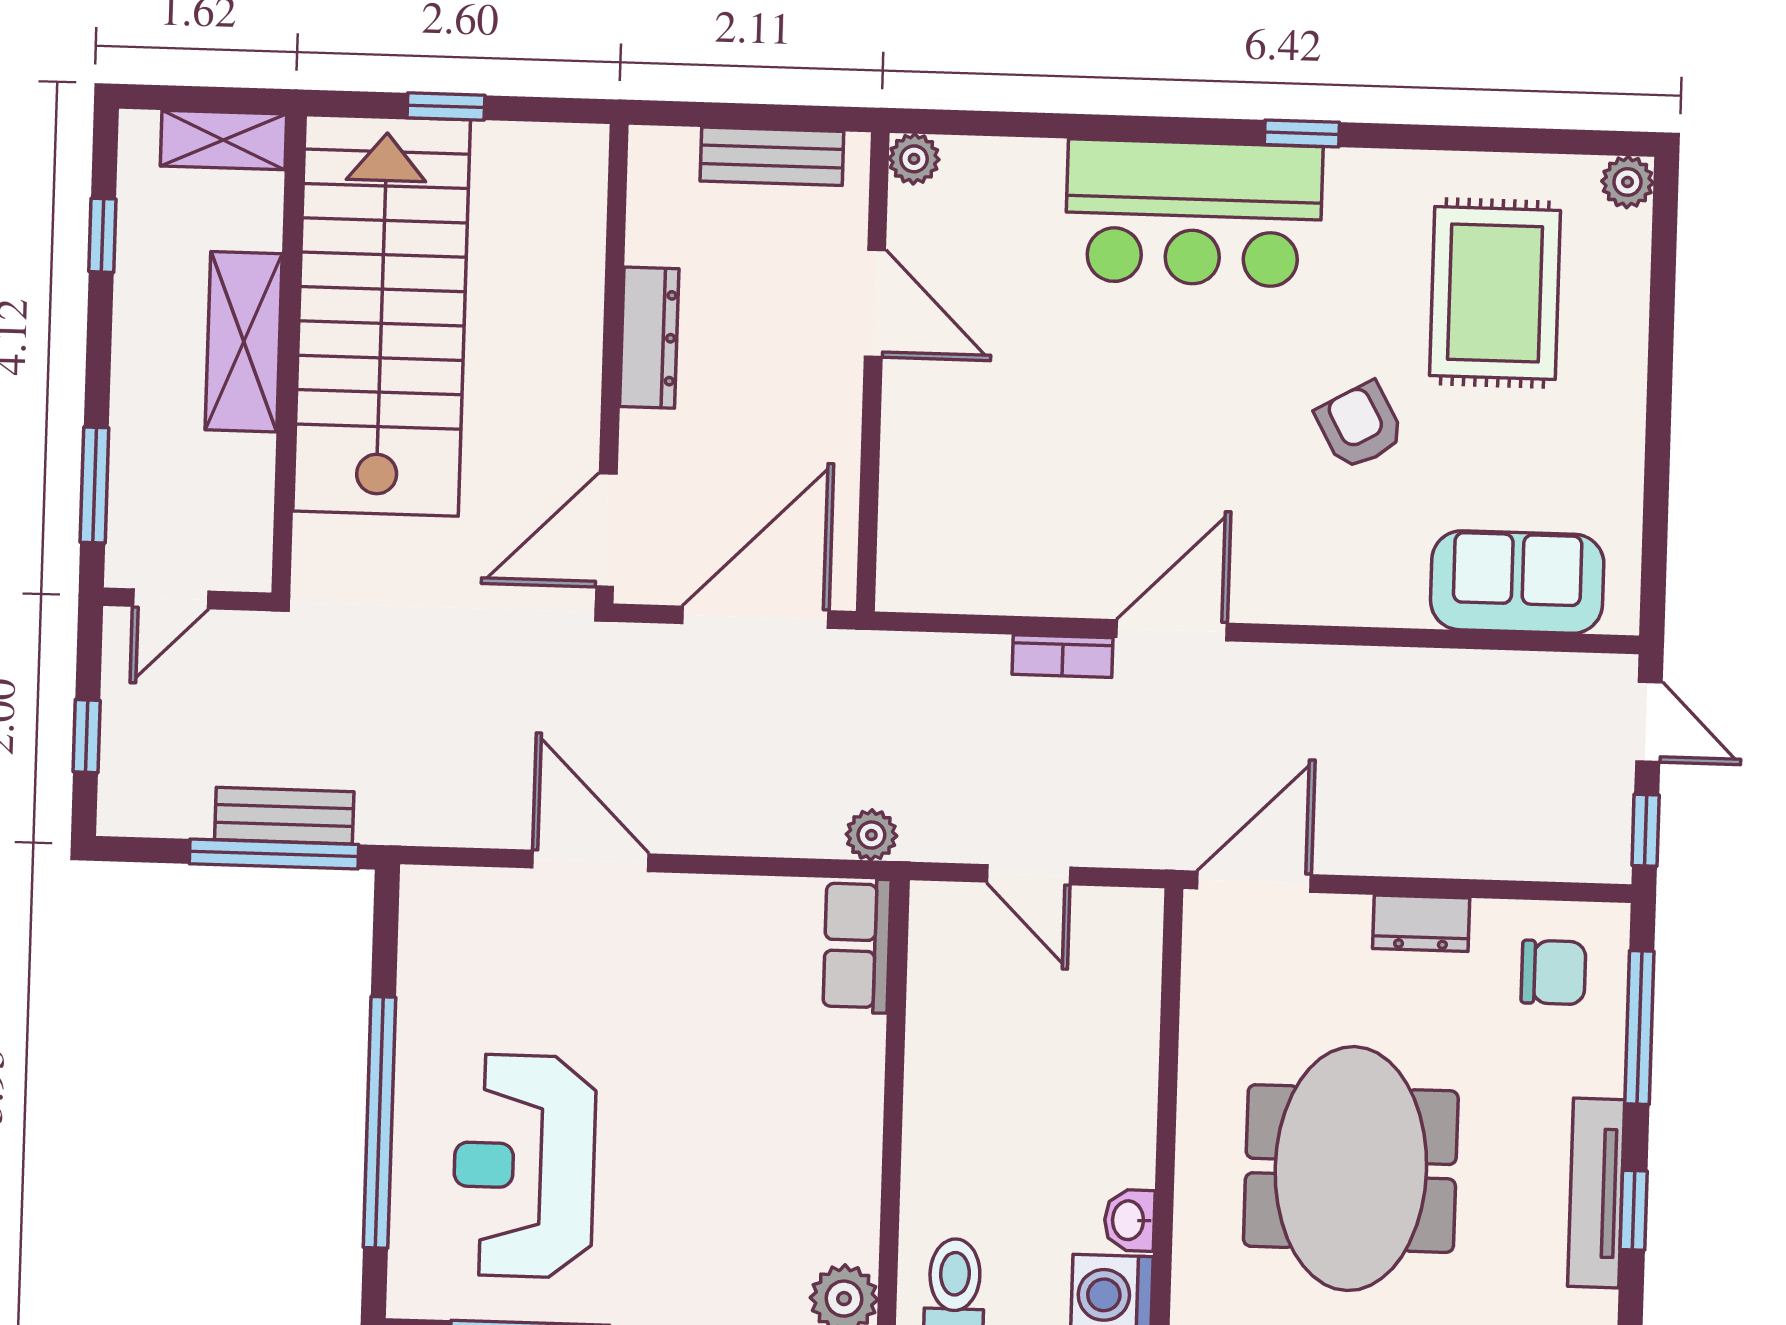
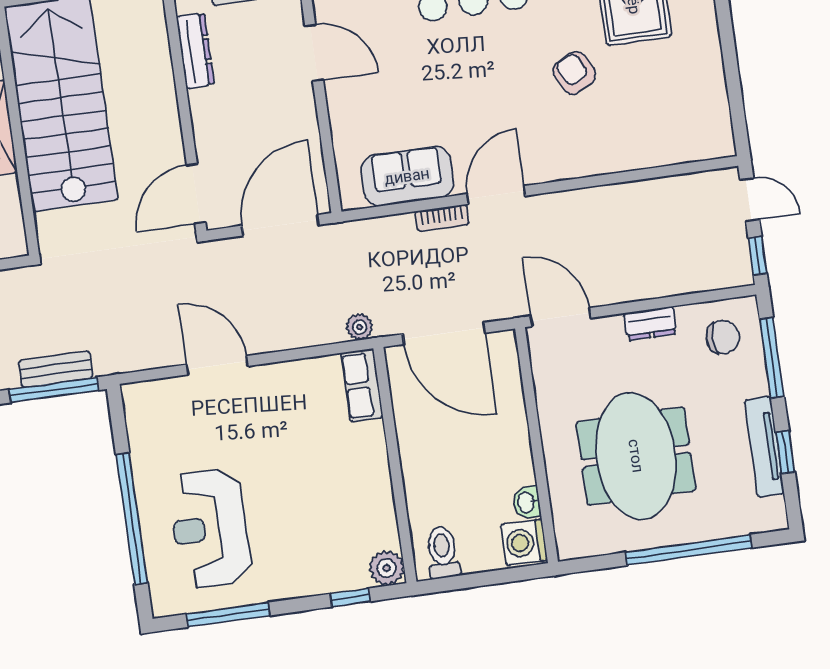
dresser: (649, 338) -> (195, 51), moved
sofa: (1517, 582) -> (407, 176), moved
door: (1029, 875) -> (444, 333), width x1.87
door: (1254, 882) -> (561, 317), hinge flipped

